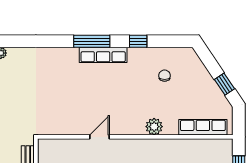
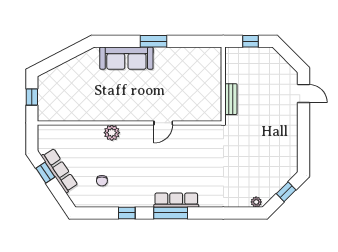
row of seats: (103, 55) -> (176, 200), moved
row of seats: (203, 127) -> (59, 170), moved, turned -124

